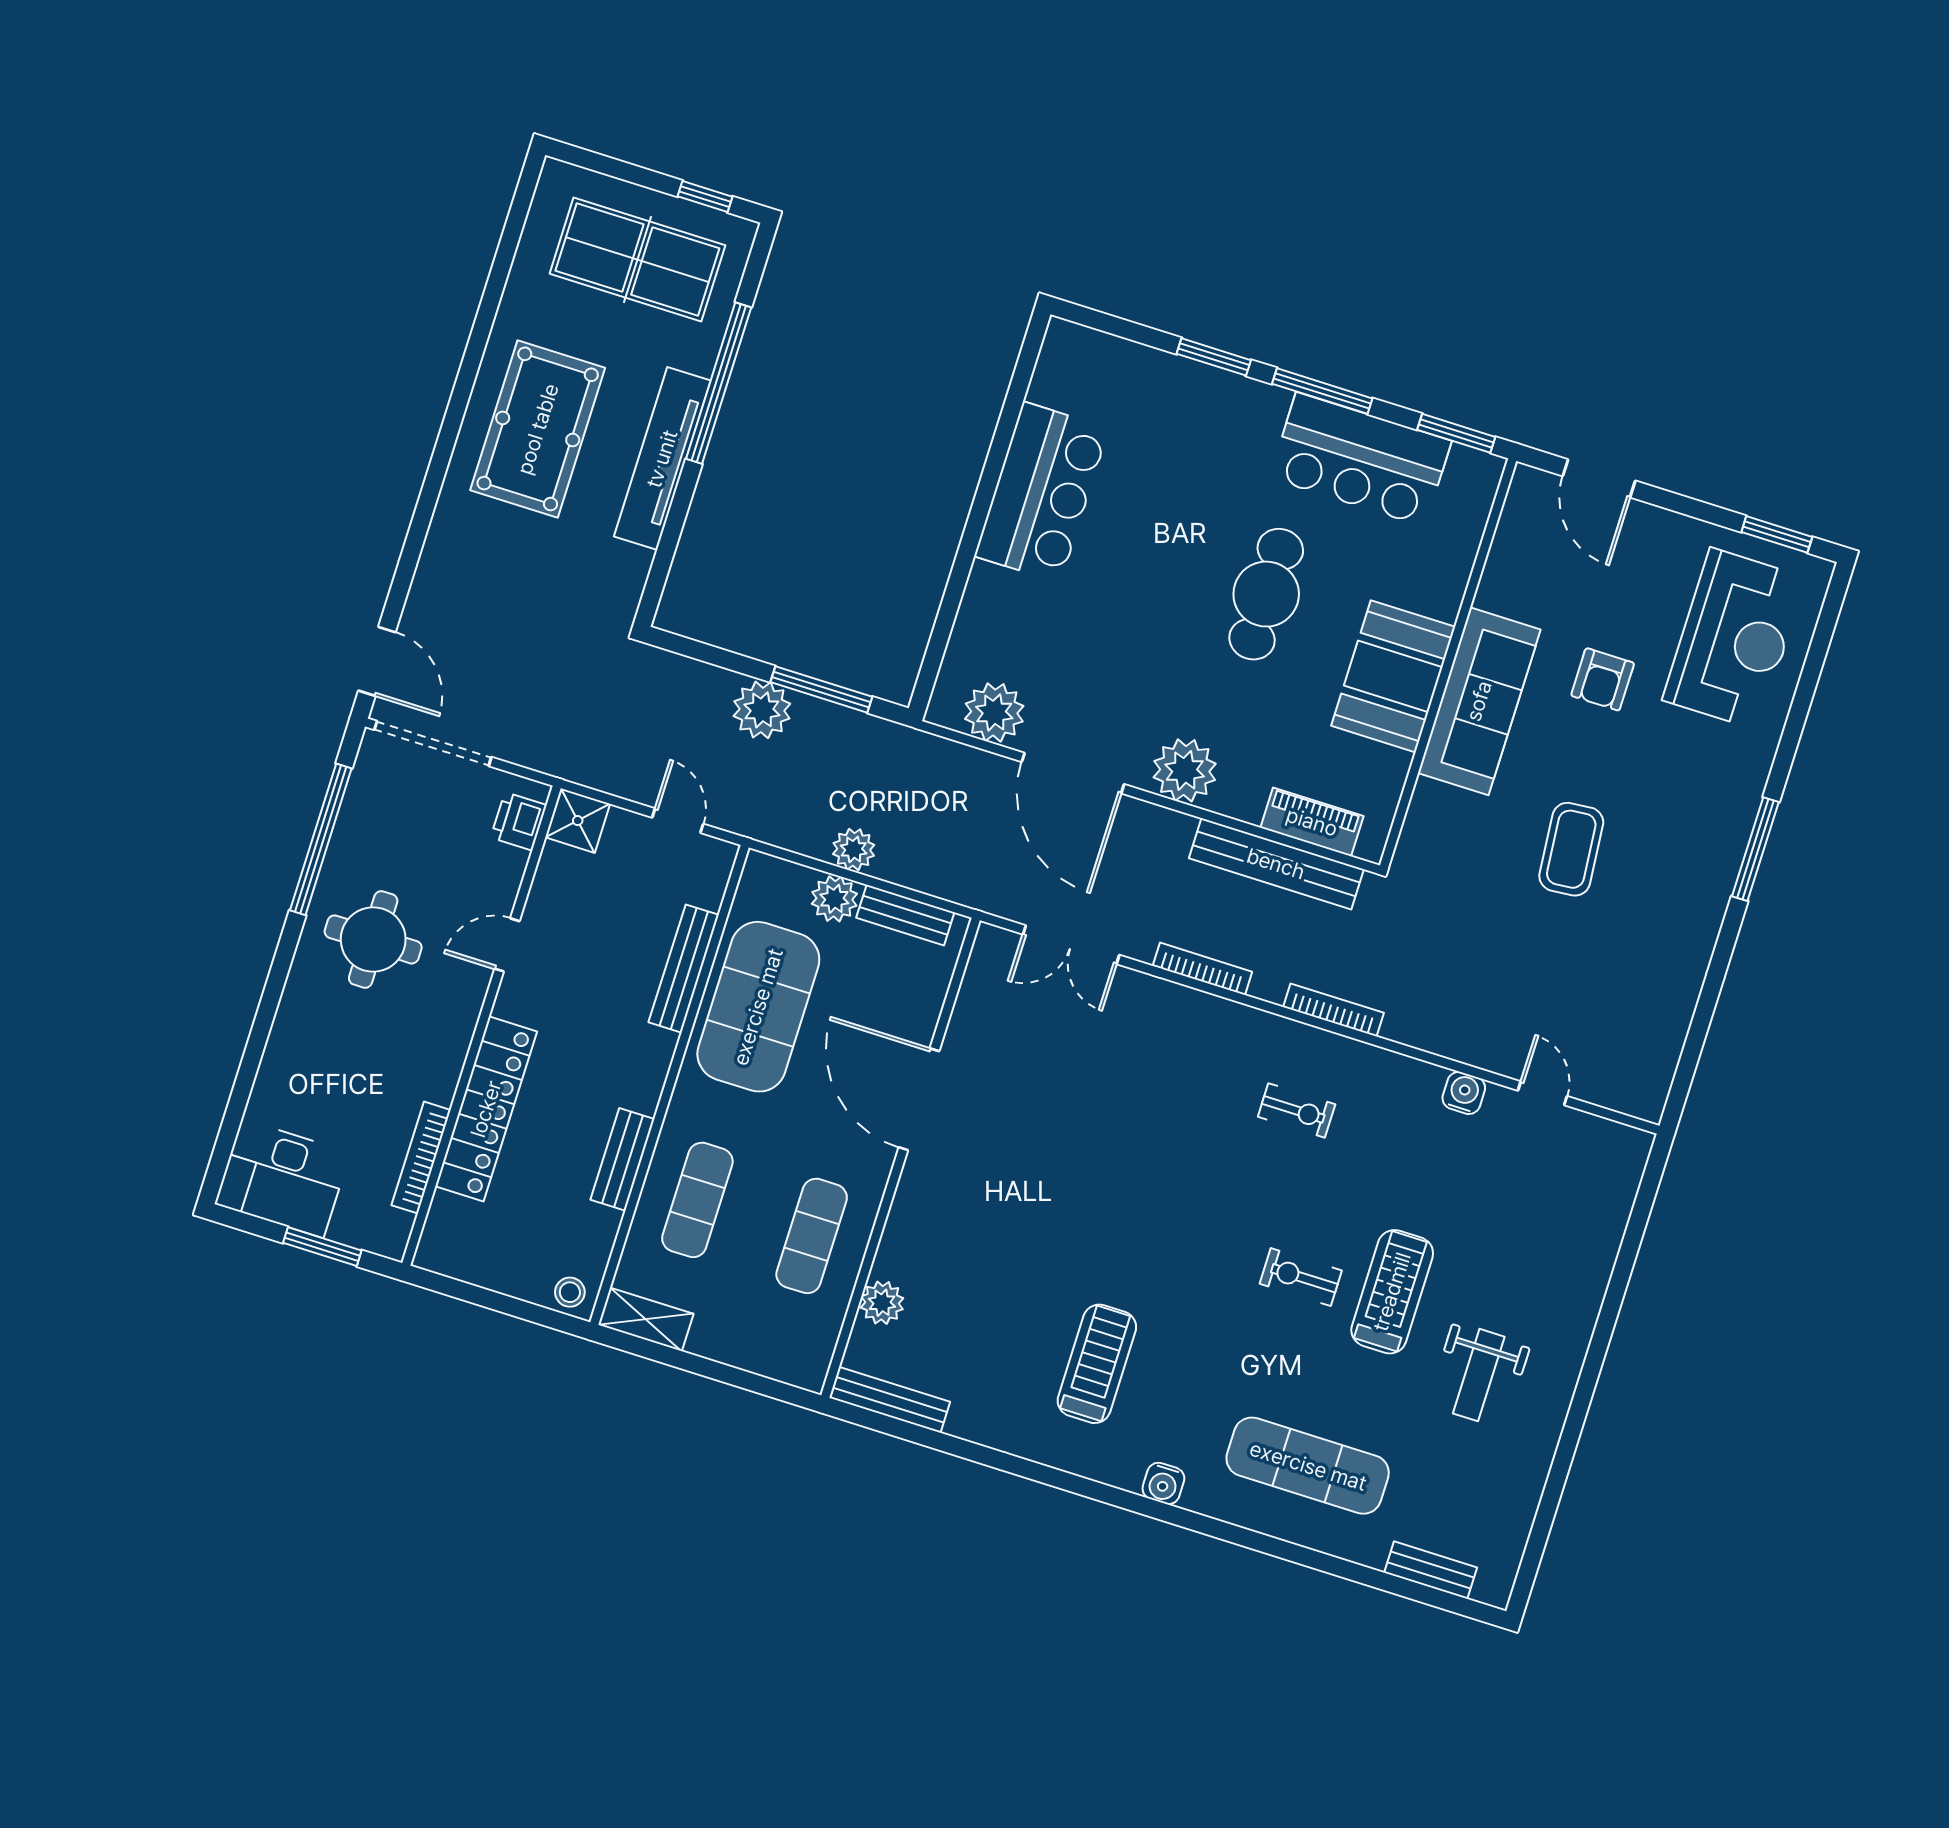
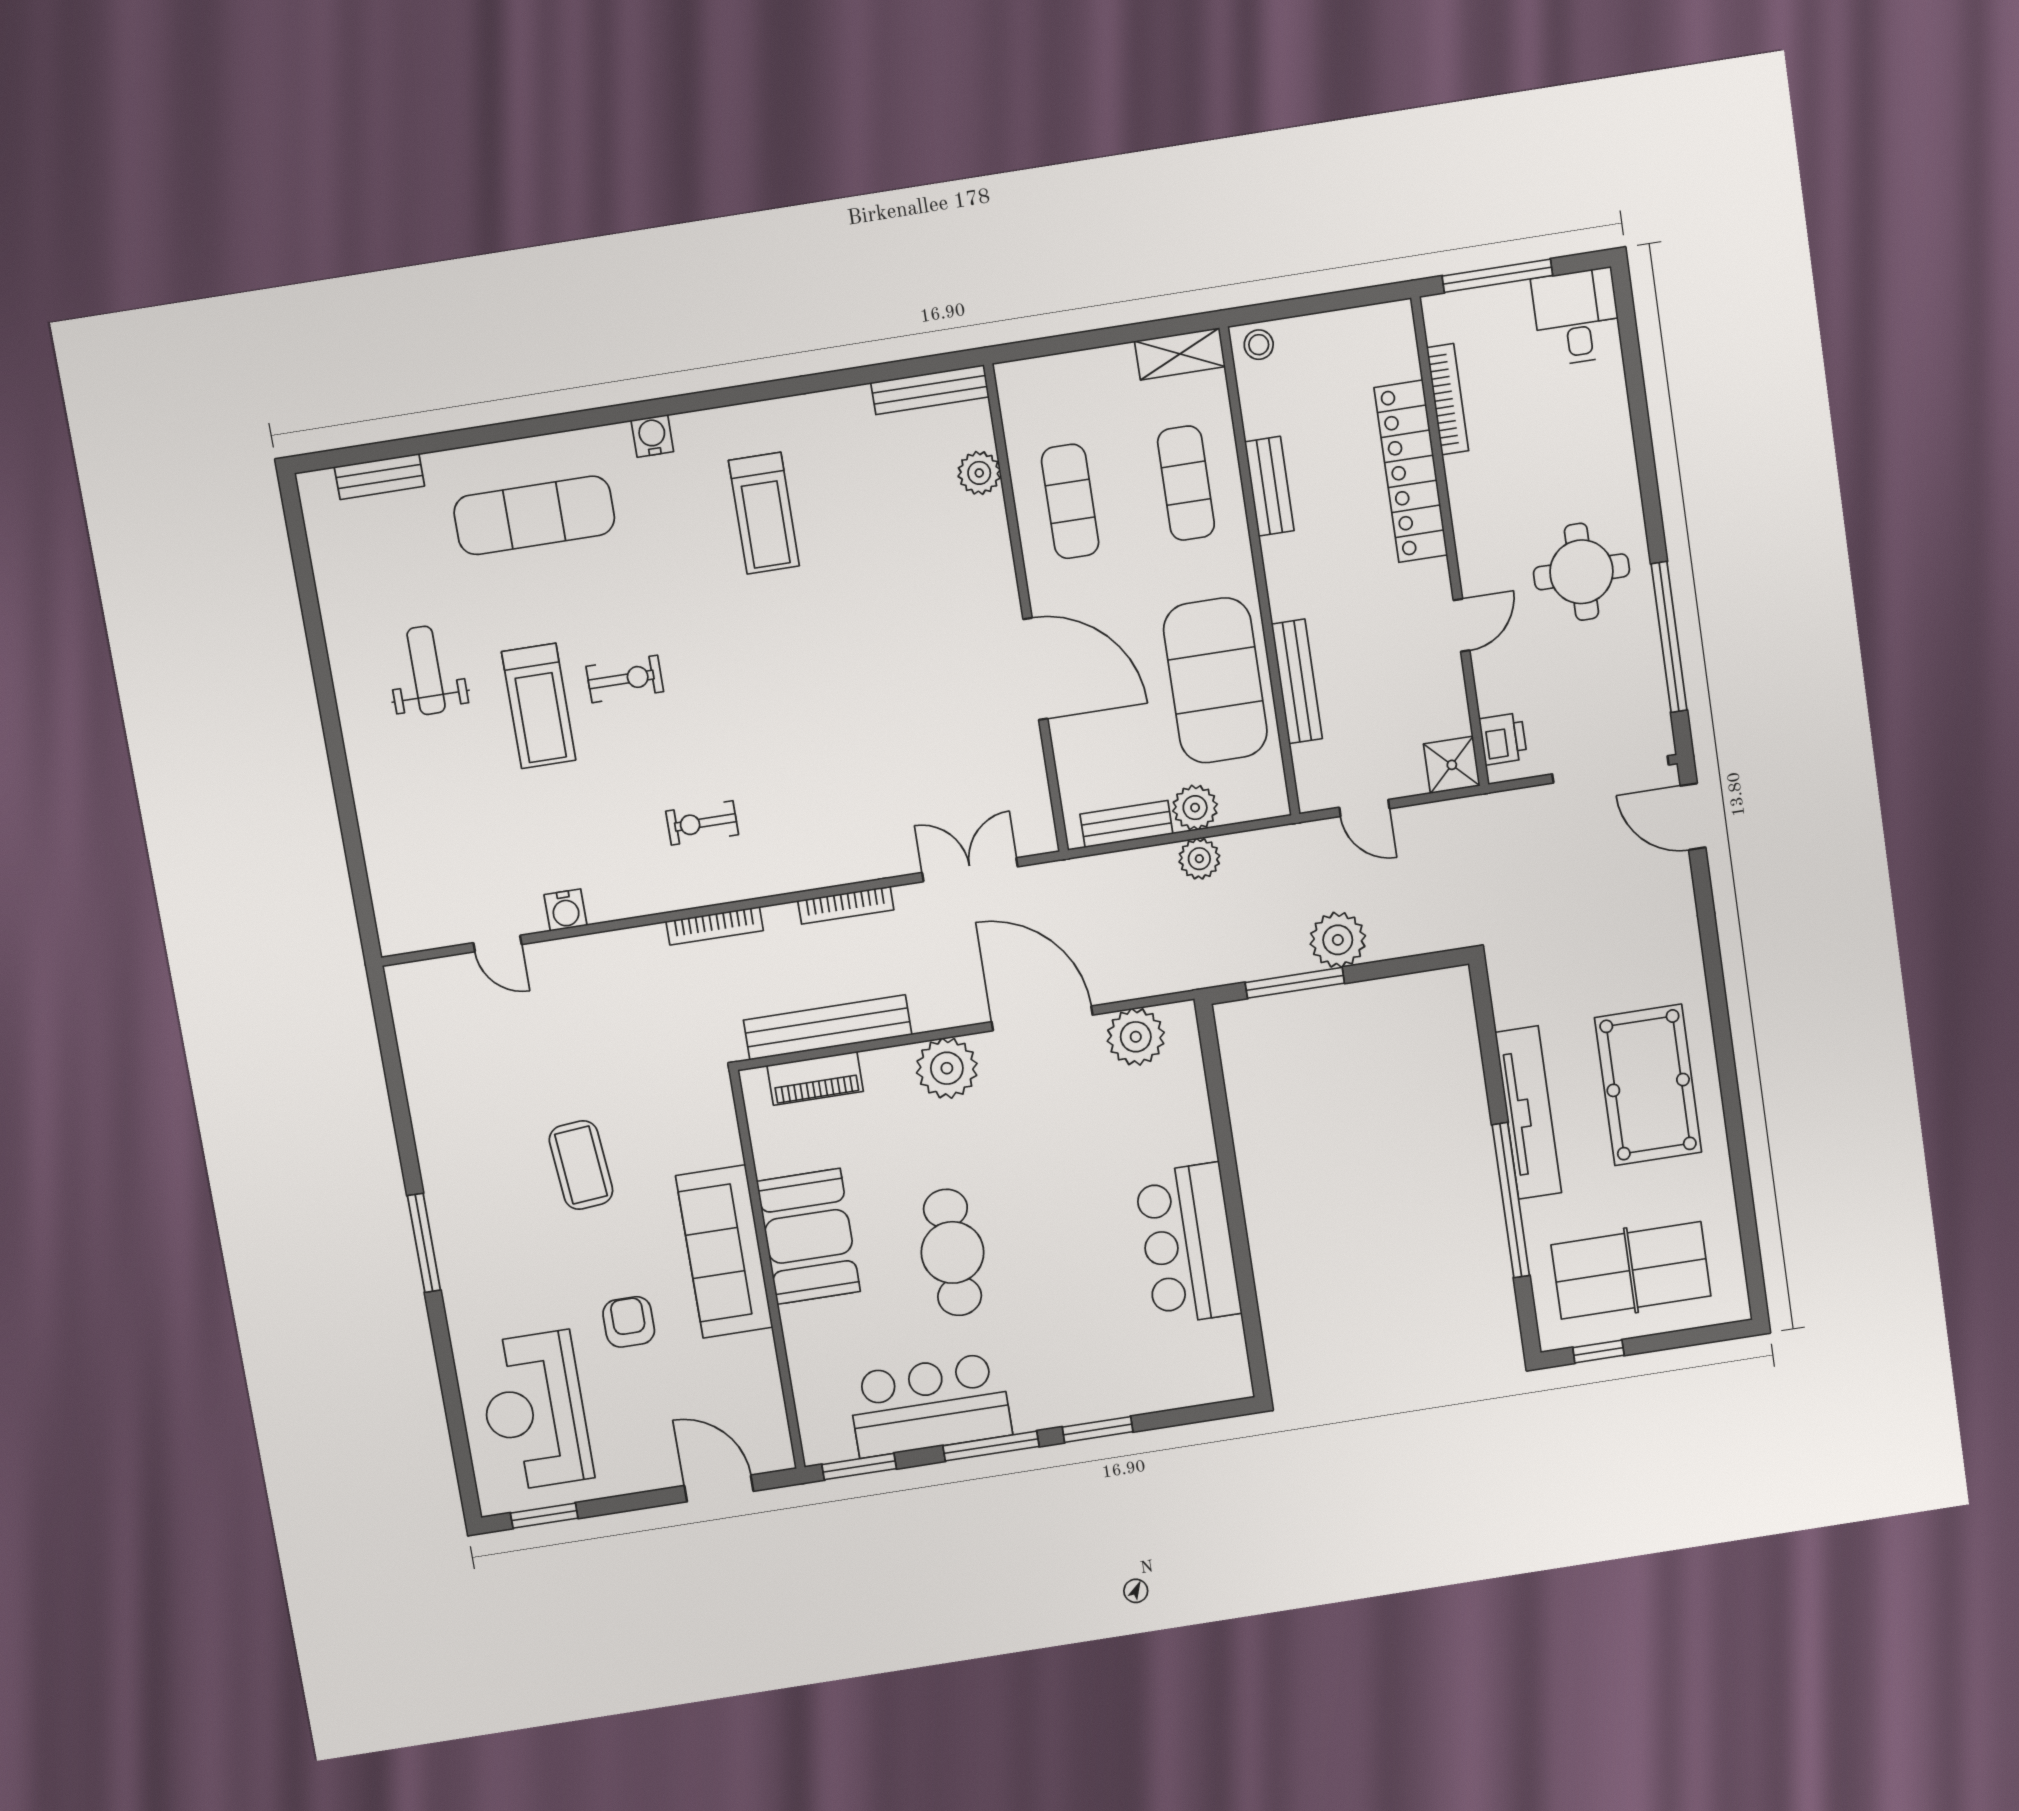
desk: (282, 1178) -> (1577, 317), width x0.73
window: (322, 1247) -> (1497, 276), width x1.44

